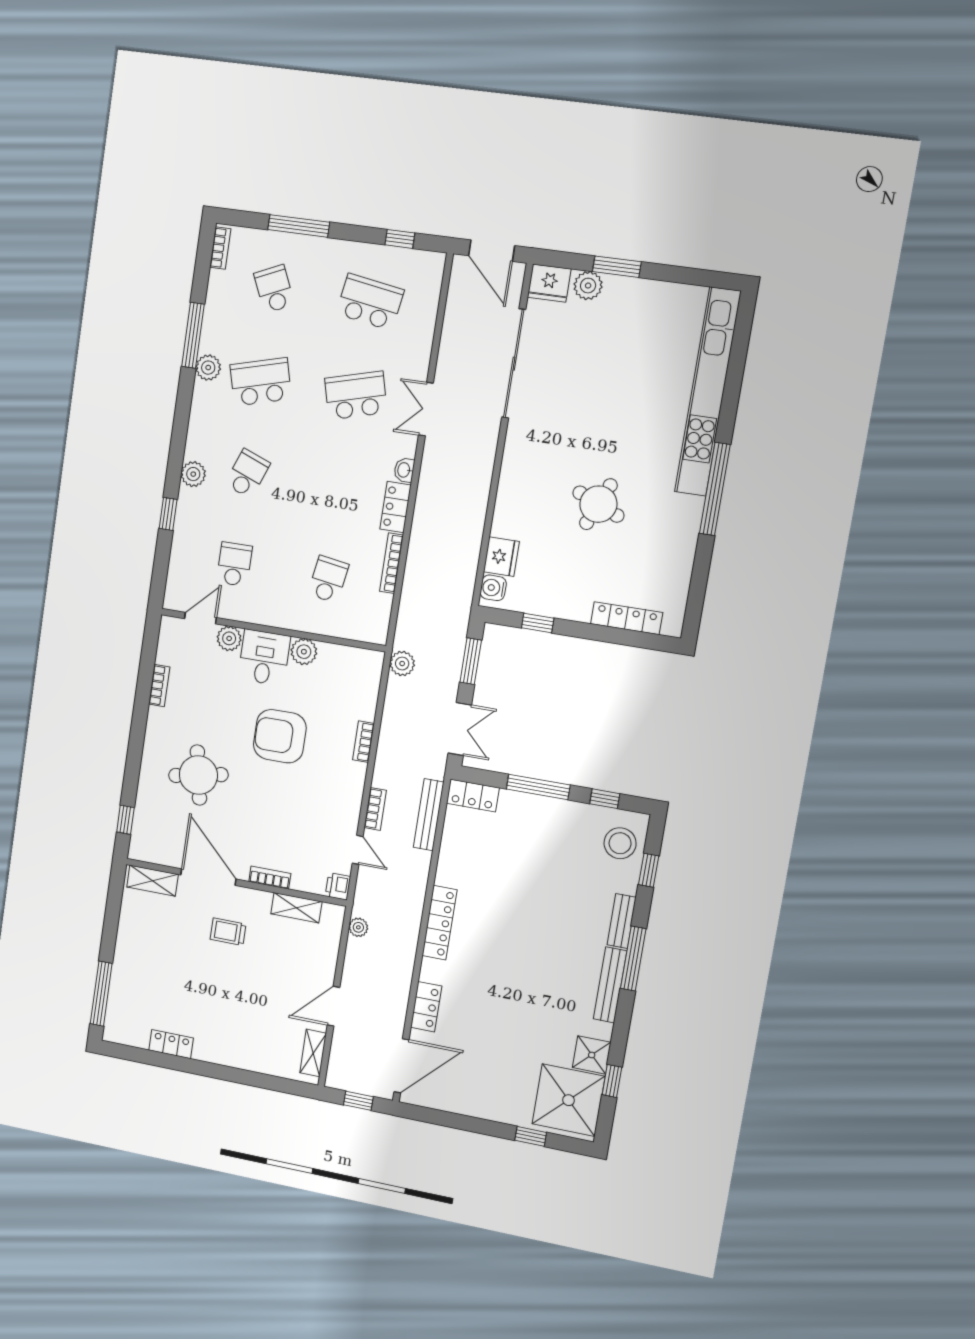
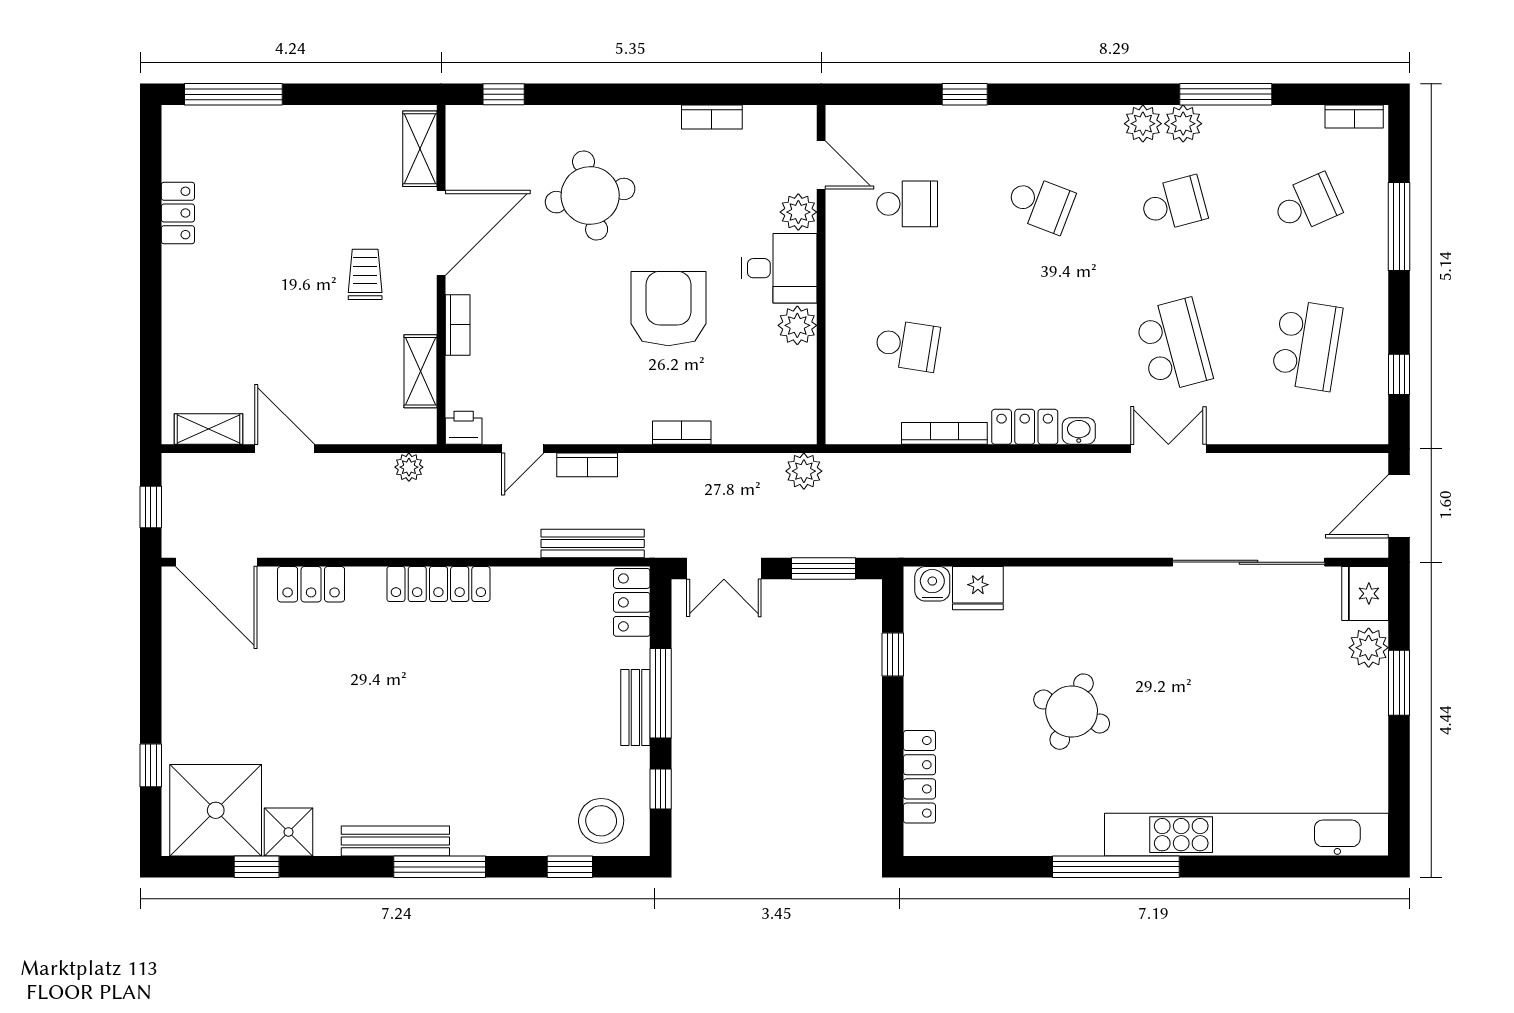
school desk: (261, 382) -> (1173, 204), width x0.54
plant: (193, 474) -> (1143, 124), moved
bench: (622, 921) -> (635, 708), moved, turned 90

